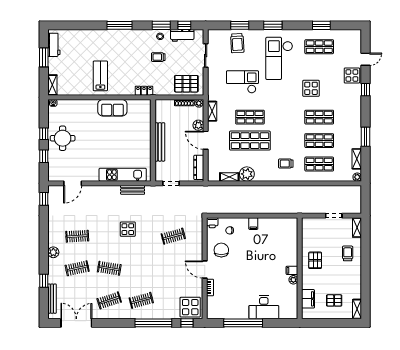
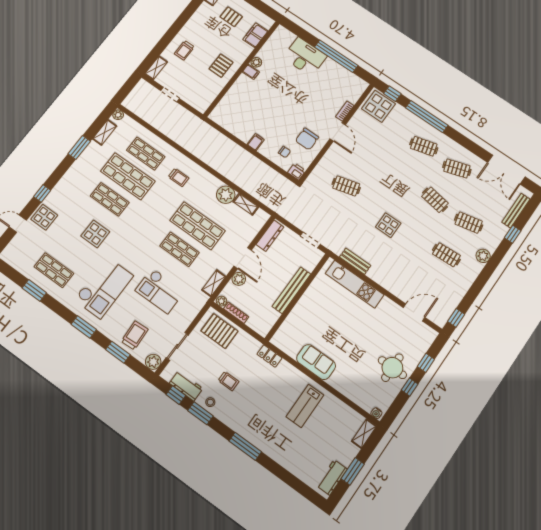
plant: (213, 35) -> (153, 362), added
shop shelf: (319, 141) -> (128, 176), width x1.43, depth x1.36

